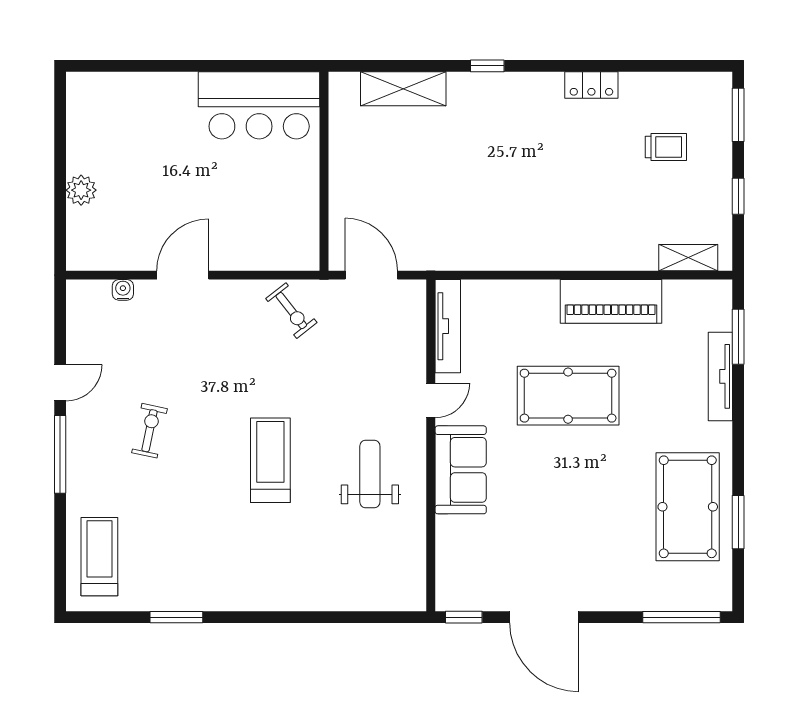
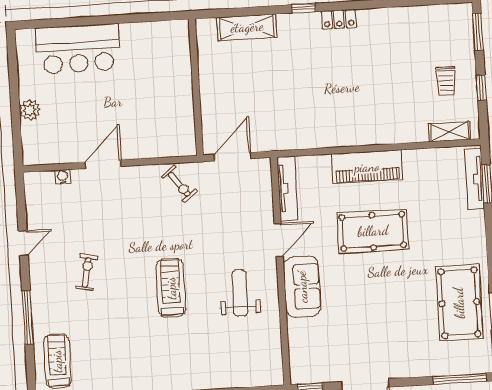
locker: (591, 85) -> (339, 19), moved
bar counter: (259, 105) -> (78, 49), moved
trolley: (666, 147) -> (446, 81), moved, turned 90
door: (371, 275) -> (233, 157), hinge flipped
piano: (611, 301) -> (367, 167), moved
tv unit: (720, 376) -> (475, 179), moved
door: (431, 400) -> (279, 240), width x1.38
window: (60, 454) -> (28, 317), moved

